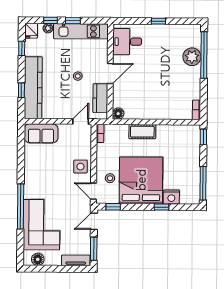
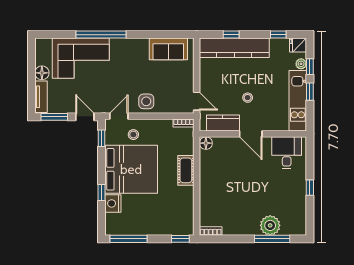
window: (204, 55) -> (272, 239), width x0.68
sofa: (41, 133) -> (168, 49), moved, turned -90
floor lamp: (38, 259) -> (42, 73), moved

